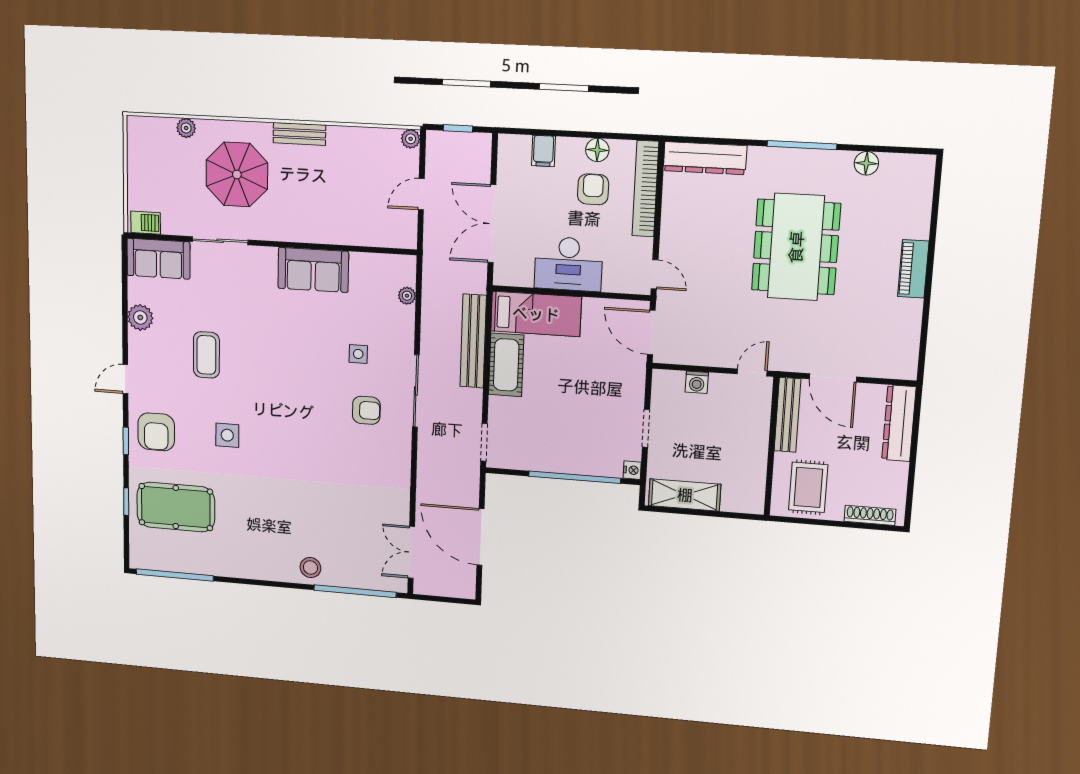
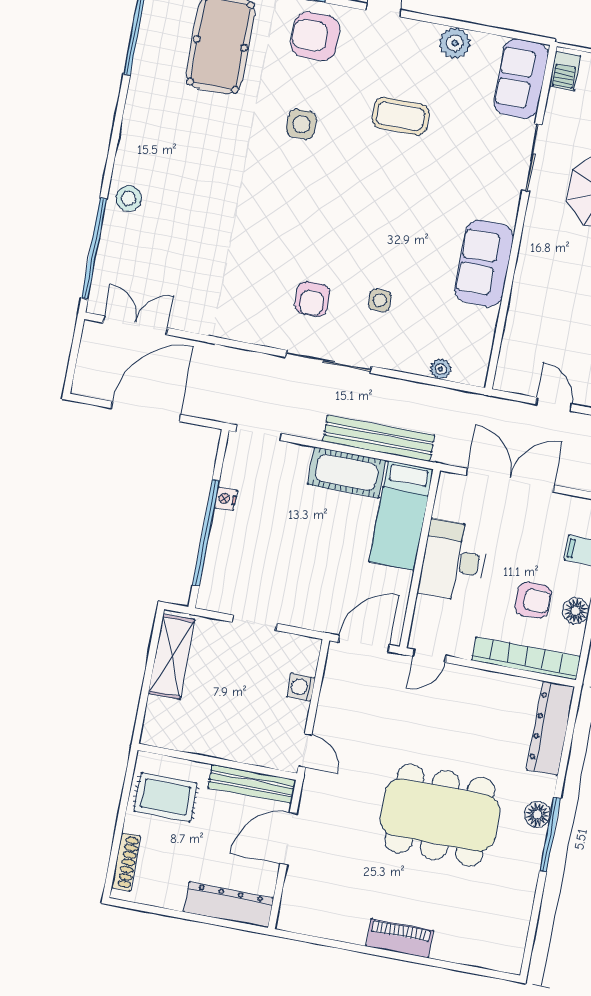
floor lamp: (866, 163) -> (537, 814), moved
nightstand: (632, 470) -> (226, 499), moved, turned 90

